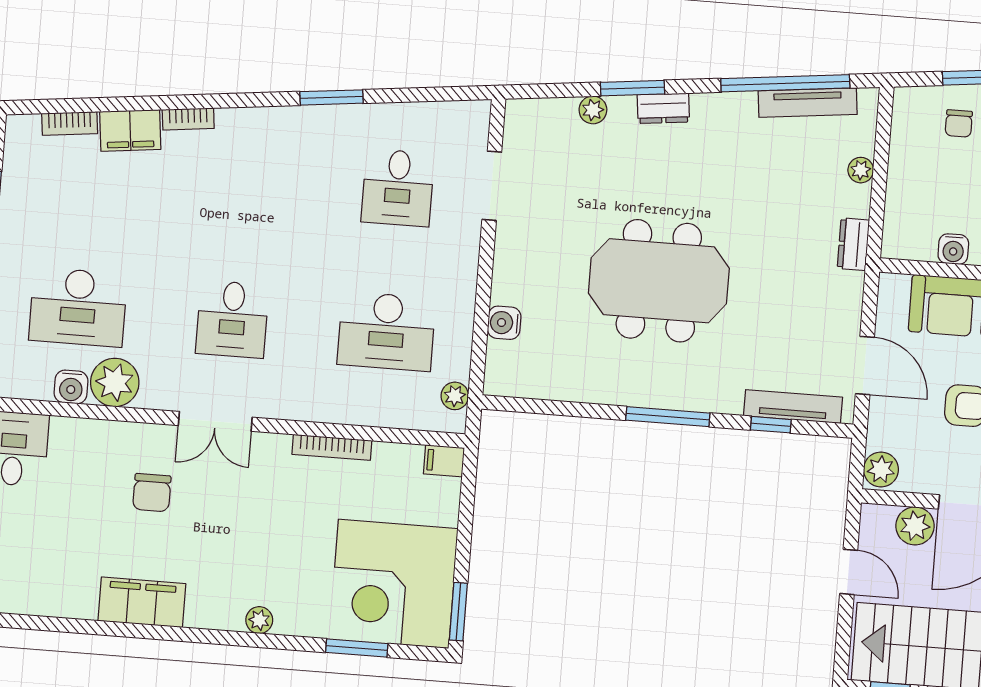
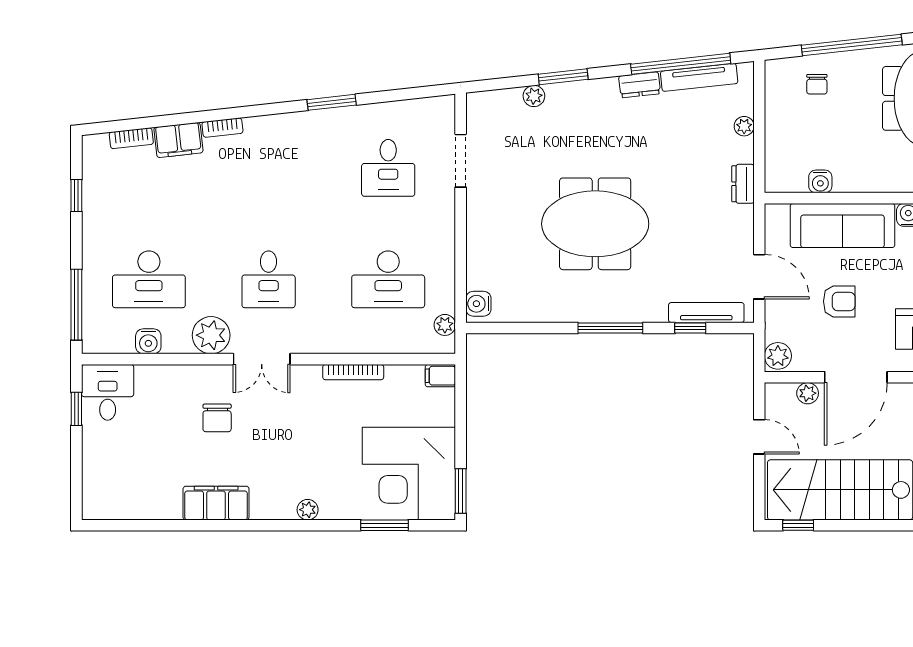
dresser: (663, 108) -> (640, 85), moved
water cooler: (504, 323) -> (478, 304), moved
plant: (115, 382) -> (211, 335), moved
plant: (915, 526) -> (808, 393), width x0.73, depth x0.73

